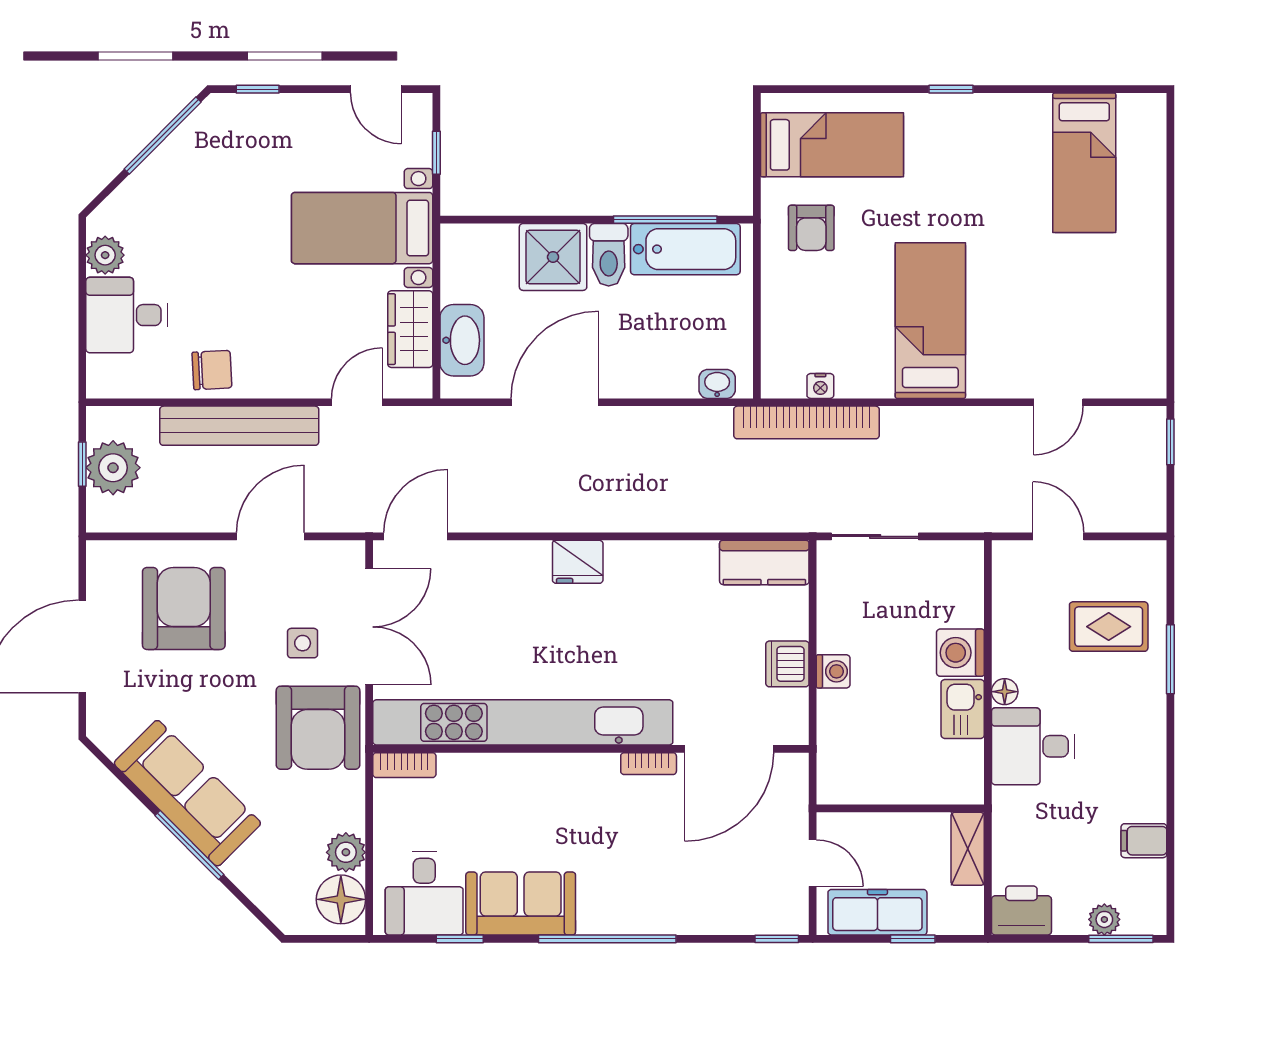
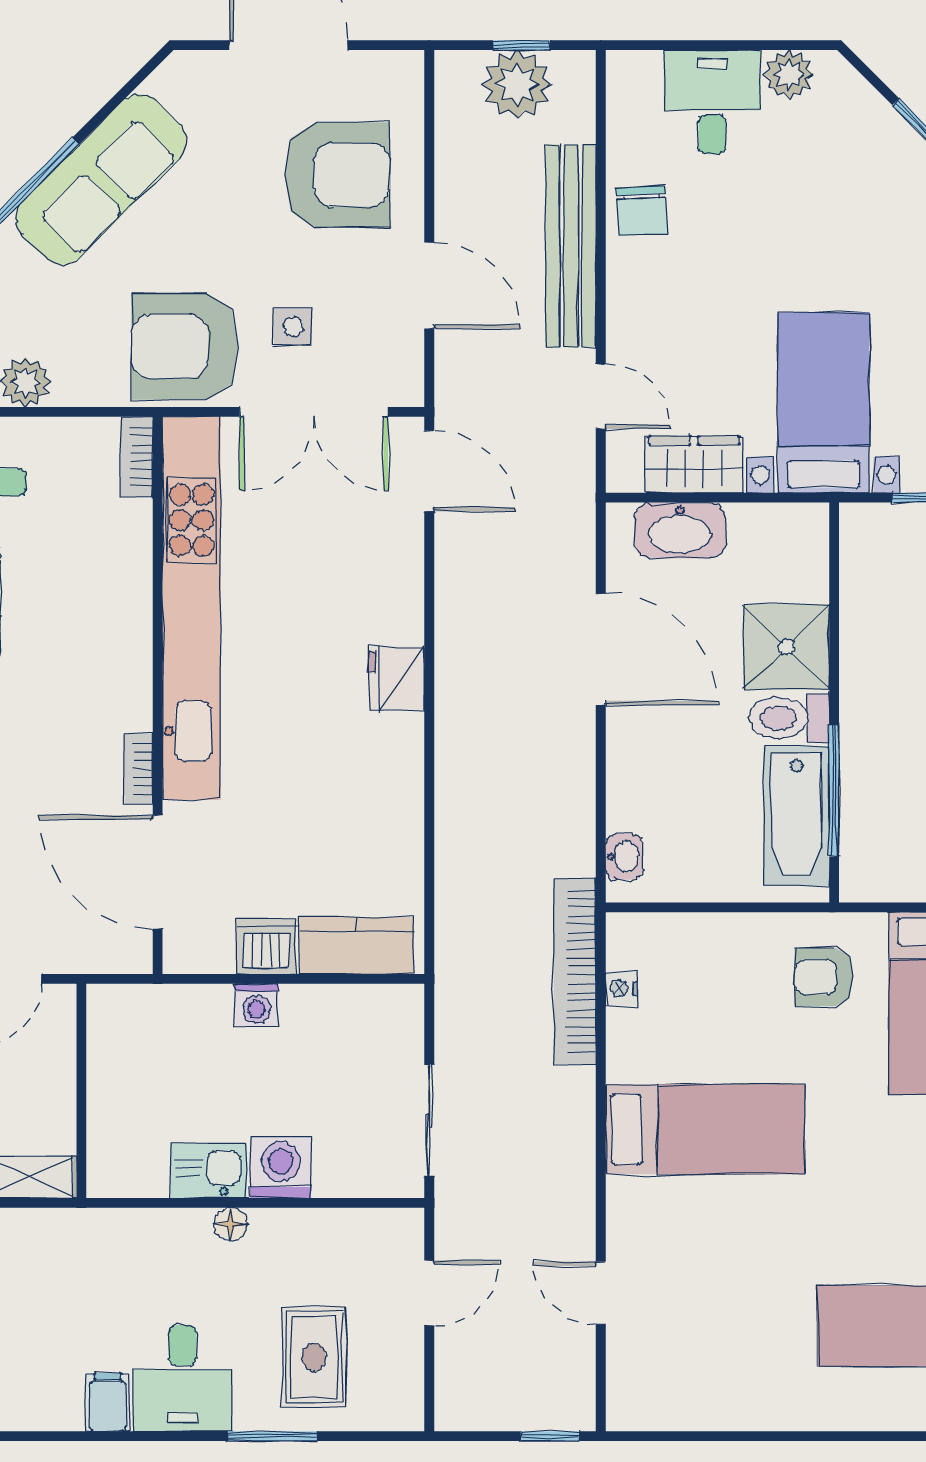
sliding door: (875, 536) -> (429, 1120), moved
kitchen counter: (764, 562) -> (357, 946), moved, turned 90
desk: (1033, 746) -> (183, 1378), moved, turned 180
filing cabinet: (1144, 841) -> (108, 1402), moved

